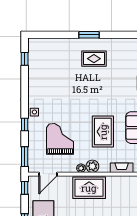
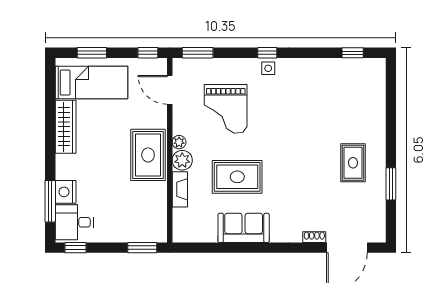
window: (89, 35) -> (391, 184), moved
window: (25, 125) -> (267, 53), moved
grand piano: (60, 139) -> (226, 109), turned 90
fireplace: (122, 168) -> (180, 189), moved

